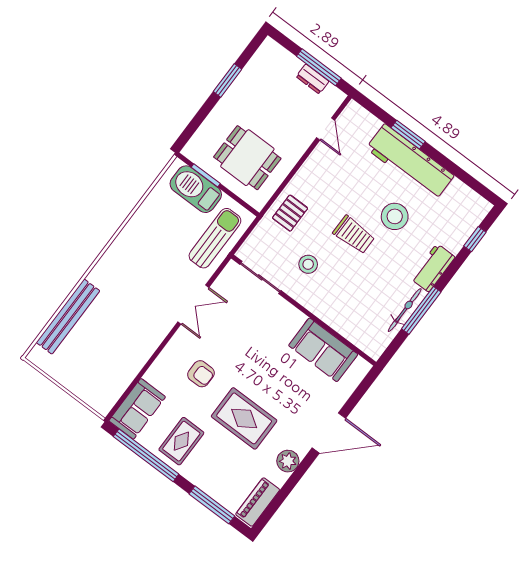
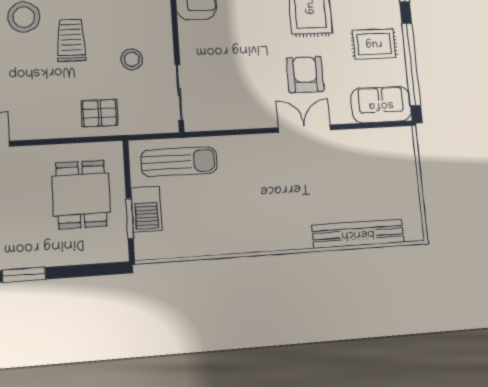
barbecue: (196, 189) -> (146, 209), width x0.73, depth x0.83
sun lounger: (215, 238) -> (179, 162), turned 180
double door: (193, 305) -> (305, 129), moved
armchair: (201, 374) -> (305, 74), width x1.38, depth x1.38

